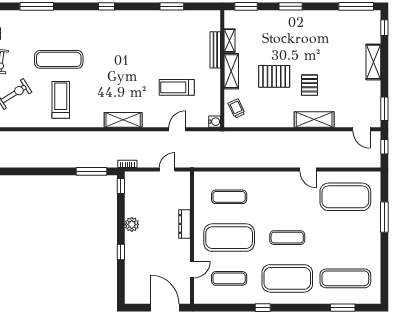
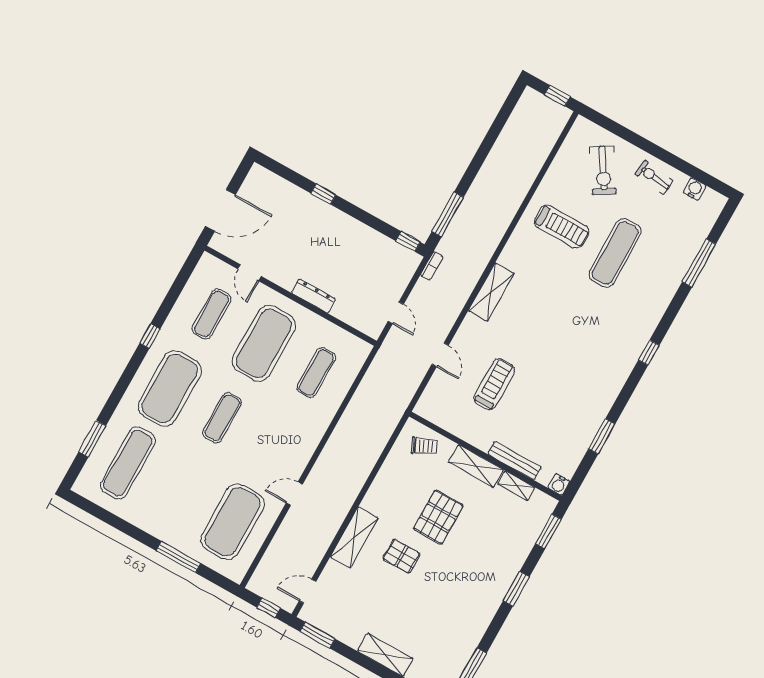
water cooler: (215, 122) -> (559, 484), moved
plant: (132, 224) -> (351, 228), removed

